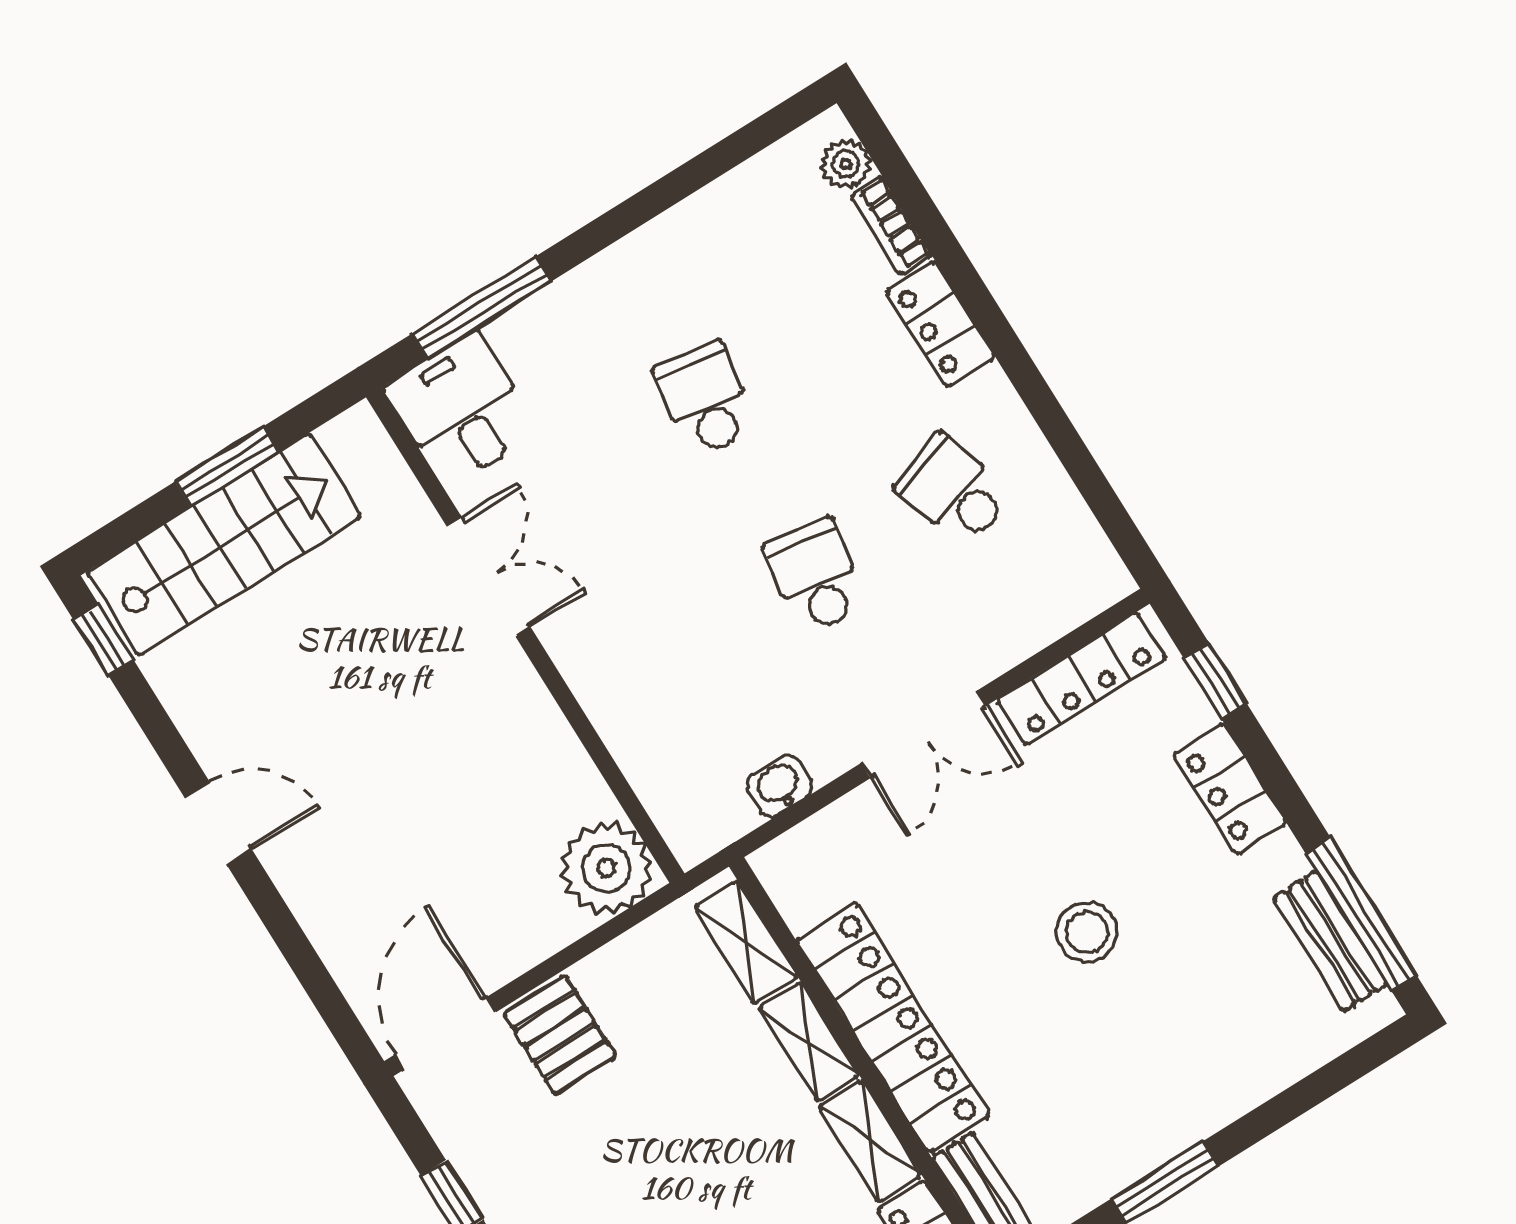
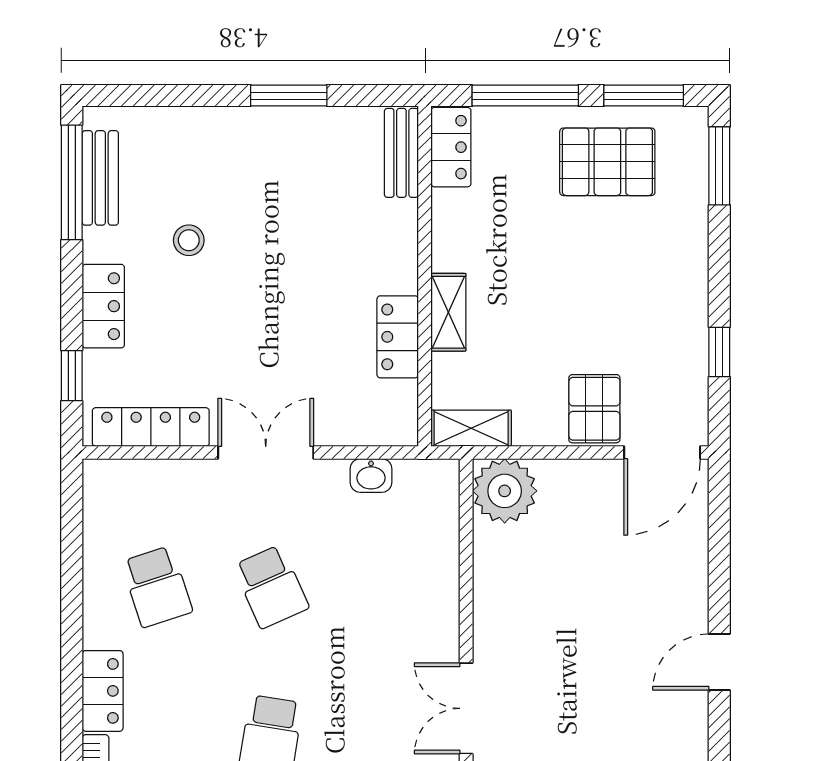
school desk: (816, 577) -> (271, 587), turned -33
door: (218, 824) -> (719, 662), hinge flipped
stool: (1087, 932) -> (189, 240), moved, width x0.73, depth x0.73
shelving: (746, 942) -> (471, 428), moved, turned 90
locker: (893, 1028) -> (398, 337), width x0.46, depth x0.83
shelving: (870, 1141) -> (449, 230), removed

